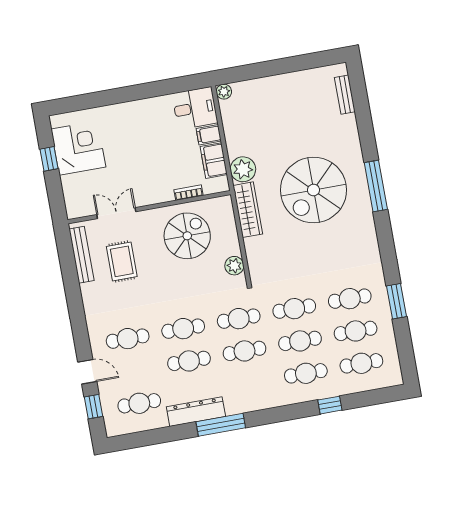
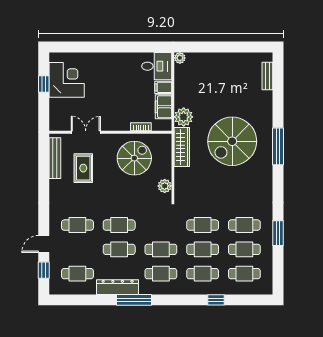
cafe table: (239, 319) -> (161, 274), moved
door: (87, 372) -> (44, 244), swing flipped

